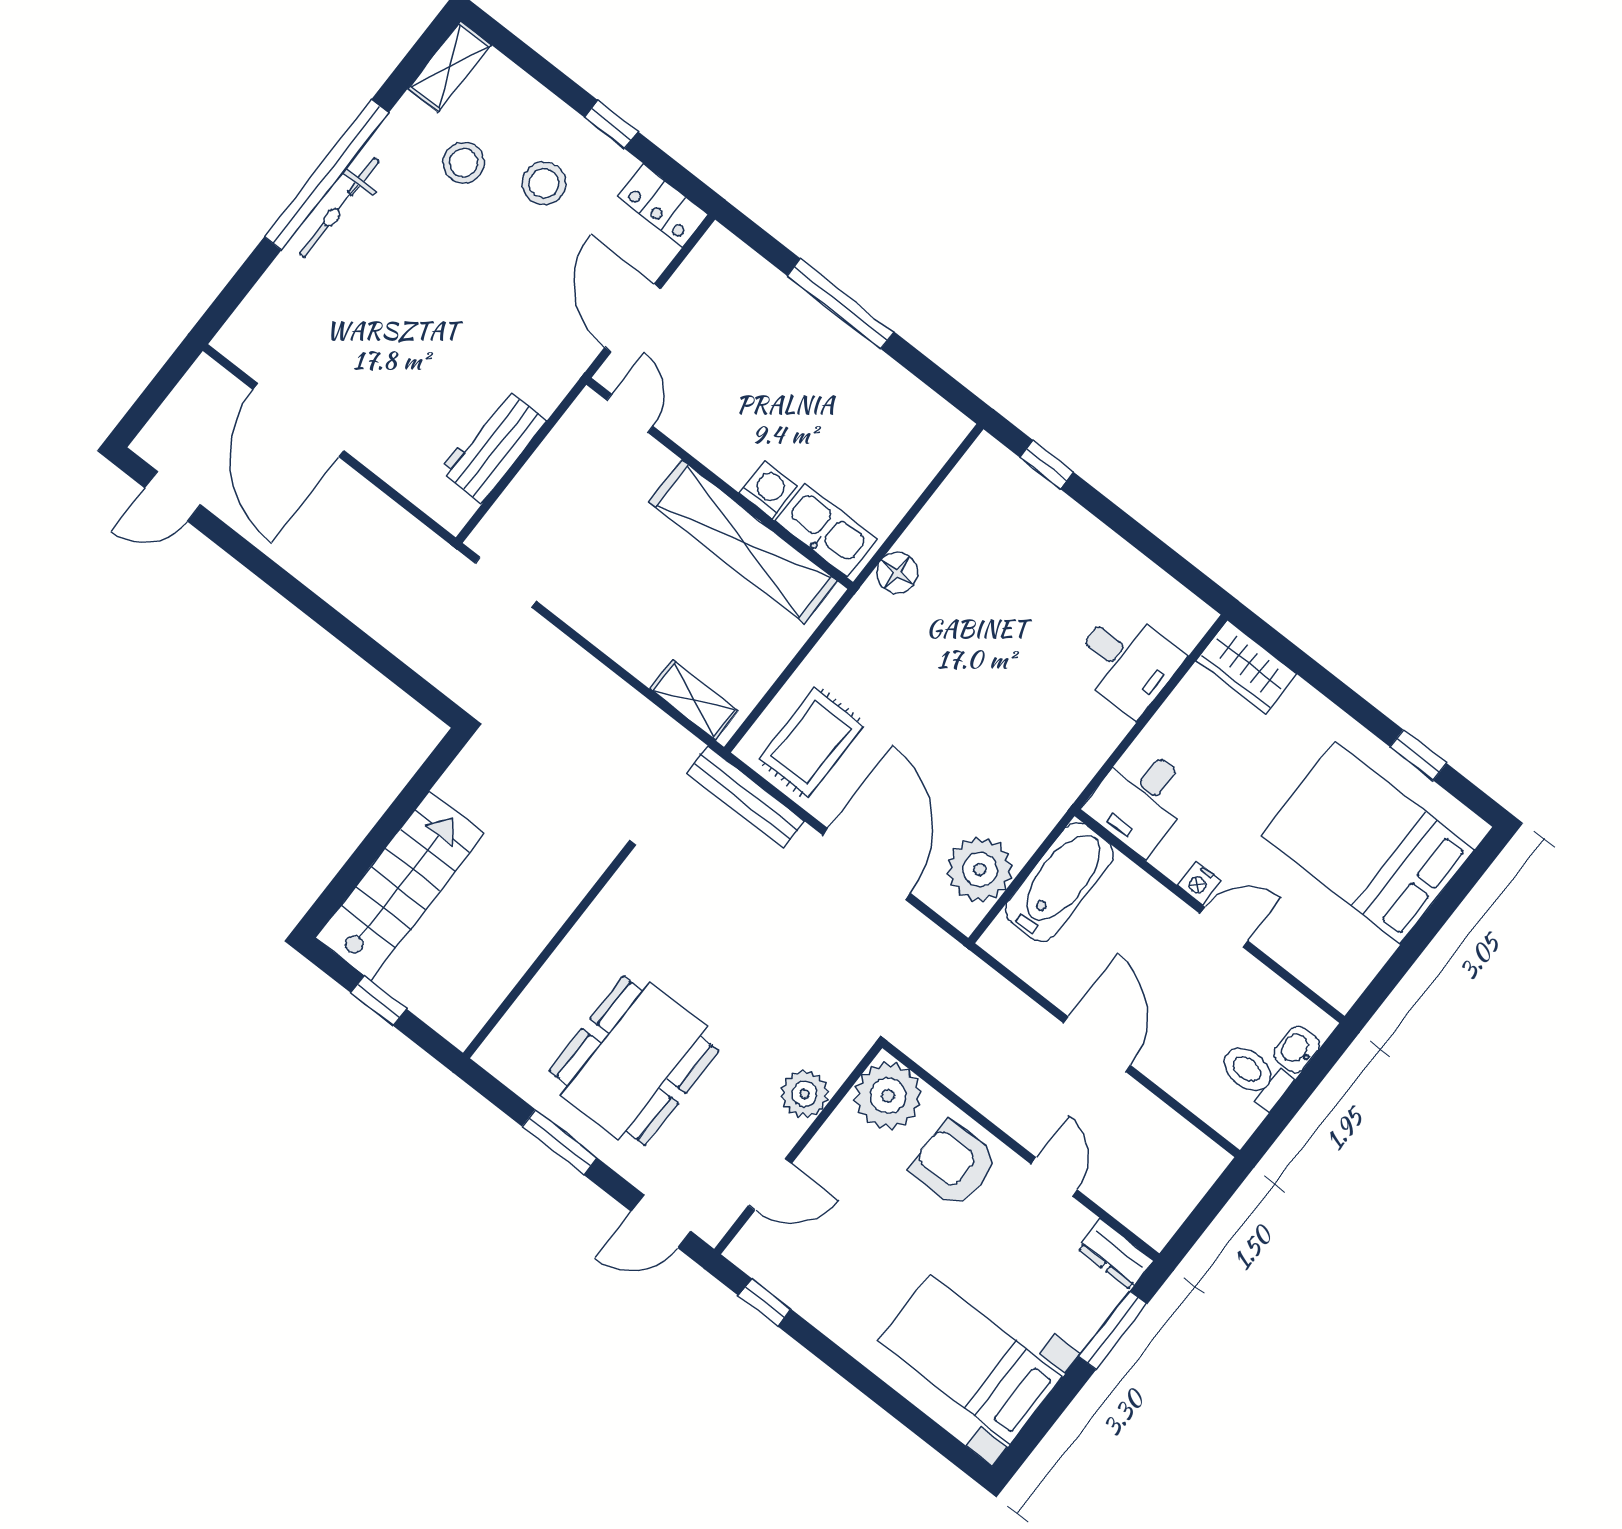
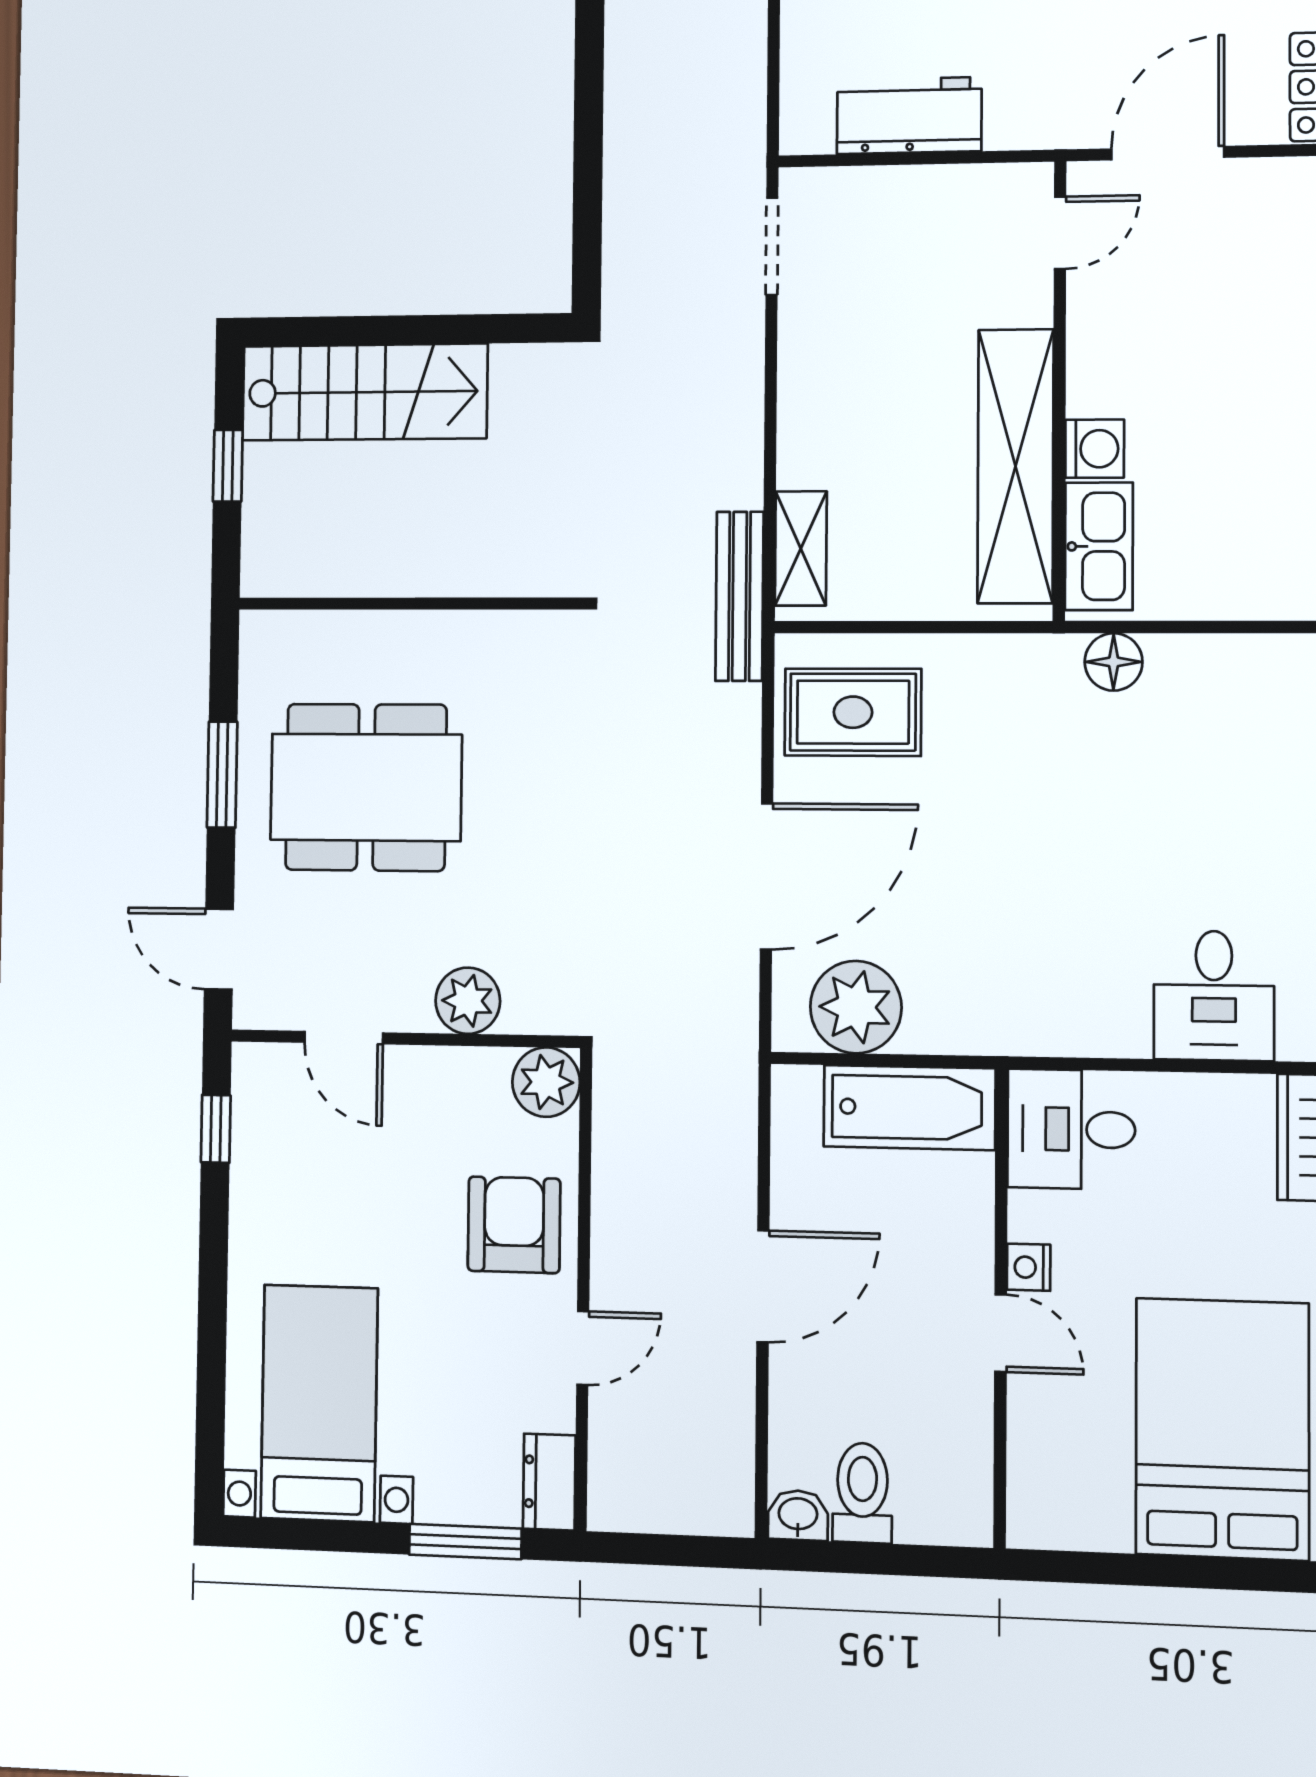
bench: (745, 797) -> (739, 596), moved
washbasin: (1297, 1049) -> (798, 1515), moved
plant: (888, 1096) -> (546, 1082), width x0.73, depth x0.73

